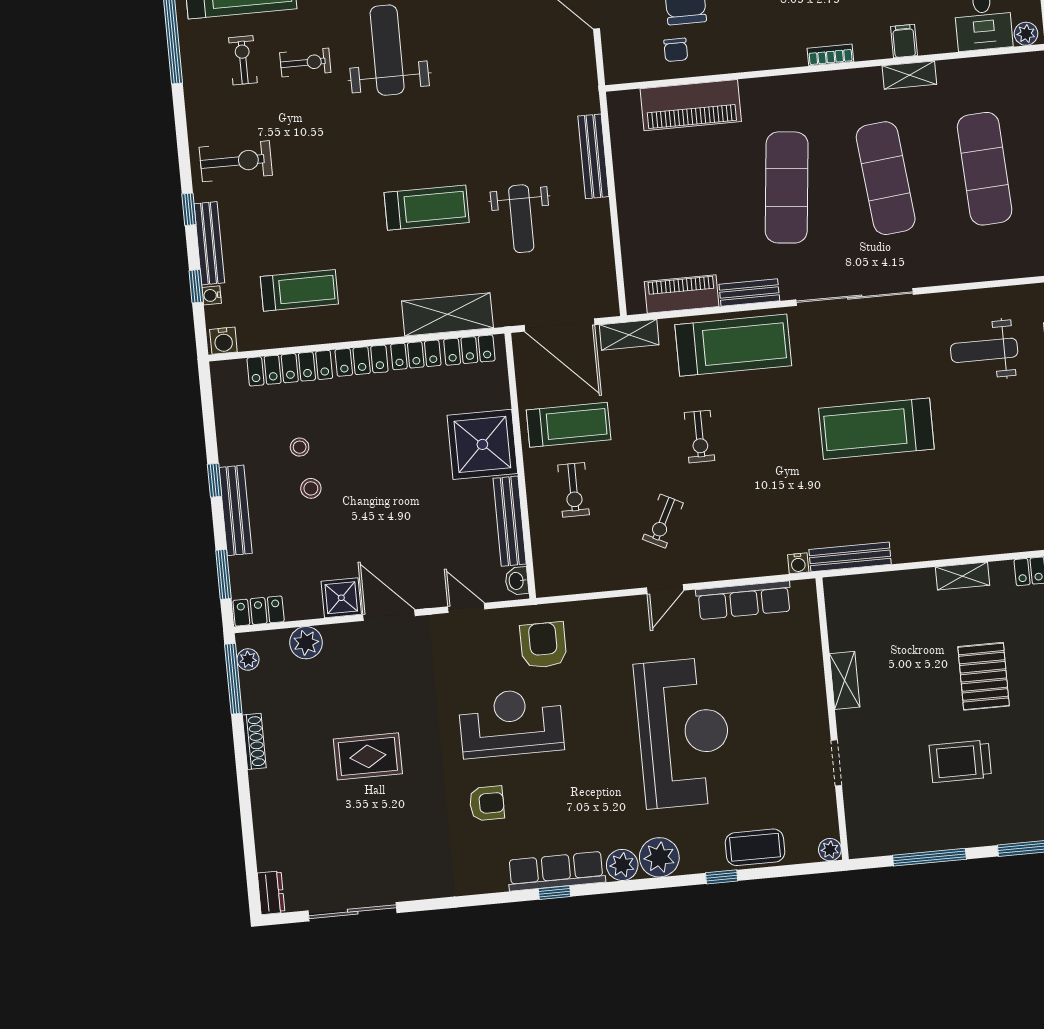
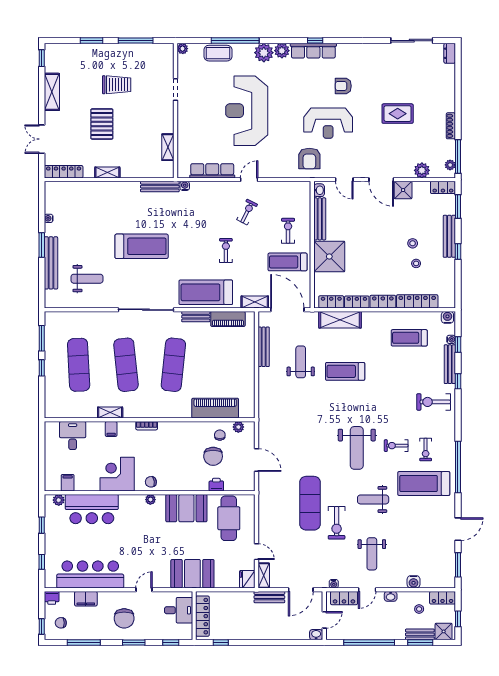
plant: (1026, 34) -> (238, 427), moved
bench: (593, 156) -> (264, 347), moved
shelving: (845, 680) -> (168, 147), moved
window: (722, 877) -> (235, 41), width x3.17

